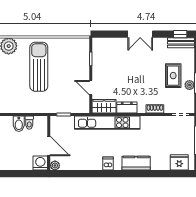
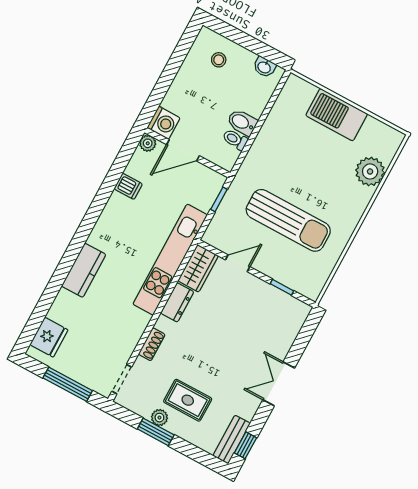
sun lounger: (39, 67) -> (288, 220), moved
dishwasher: (108, 164) -> (128, 186), moved

